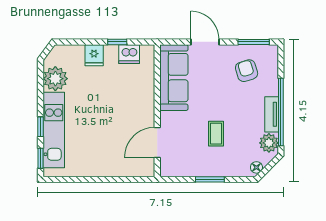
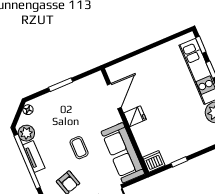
dishwasher: (129, 54) -> (154, 161), moved
fridge: (94, 55) -> (135, 116), moved, turned 90
coffee table: (216, 134) -> (79, 148), moved

